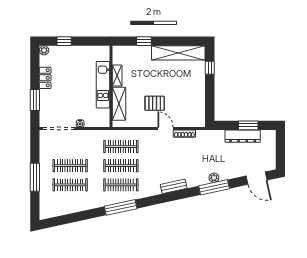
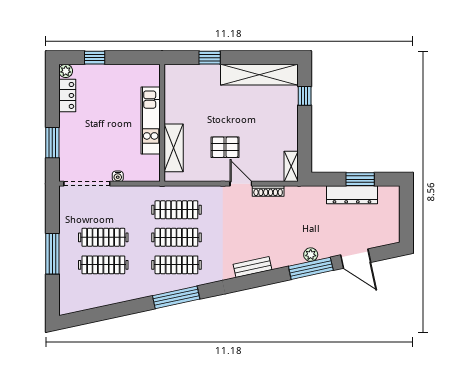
shelving: (117, 76) -> (291, 166), moved
locker: (45, 78) -> (67, 95), moved
door: (257, 178) -> (356, 259), moved

